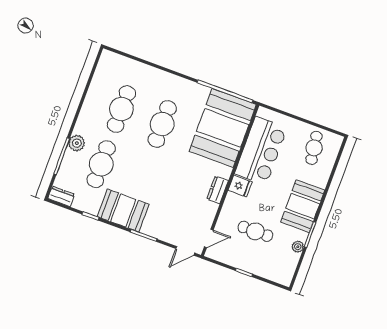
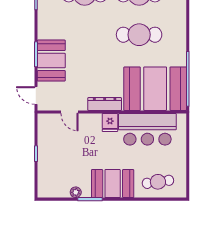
cafe table: (314, 148) -> (158, 182), moved
dresser: (218, 190) -> (105, 104), width x1.44
booth: (123, 210) -> (51, 61), moved
cafe table: (255, 231) -> (75, 150), removed
door: (209, 239) -> (69, 112), moved

